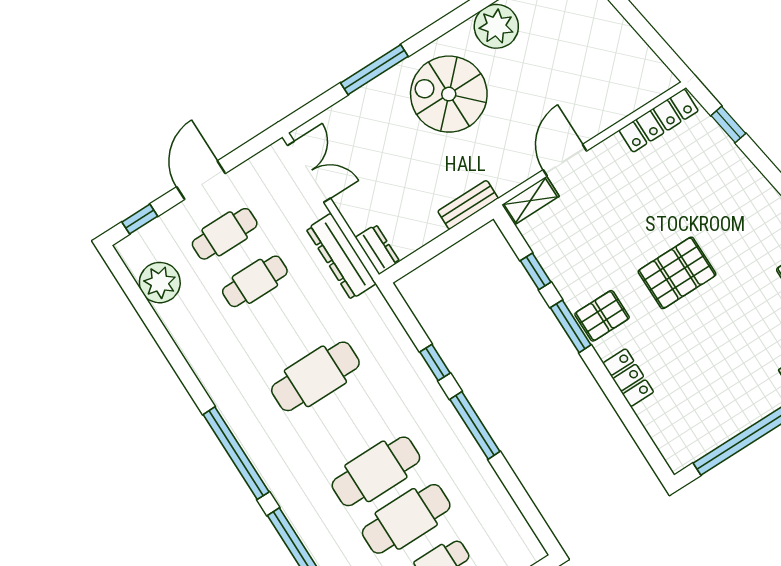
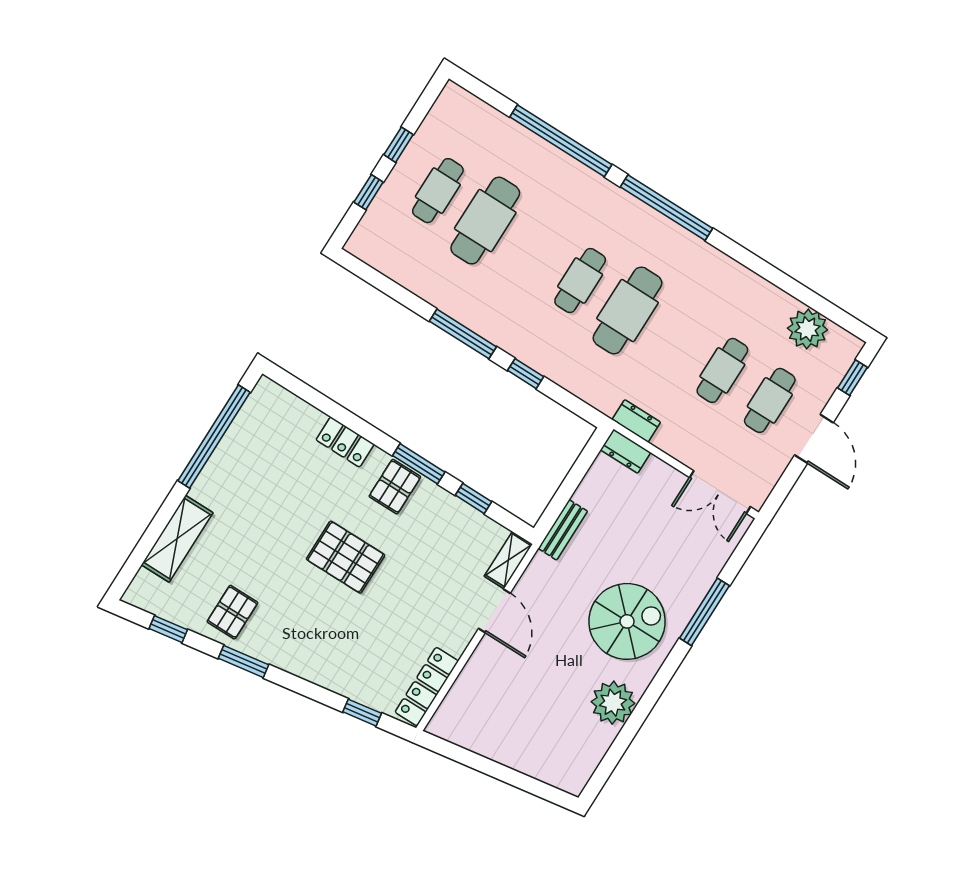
dresser: (341, 256) -> (636, 421), width x0.51, depth x0.80
pallet: (677, 273) -> (346, 557), turned 90
cafe table: (376, 471) -> (580, 281), moved, width x0.73, depth x0.74

